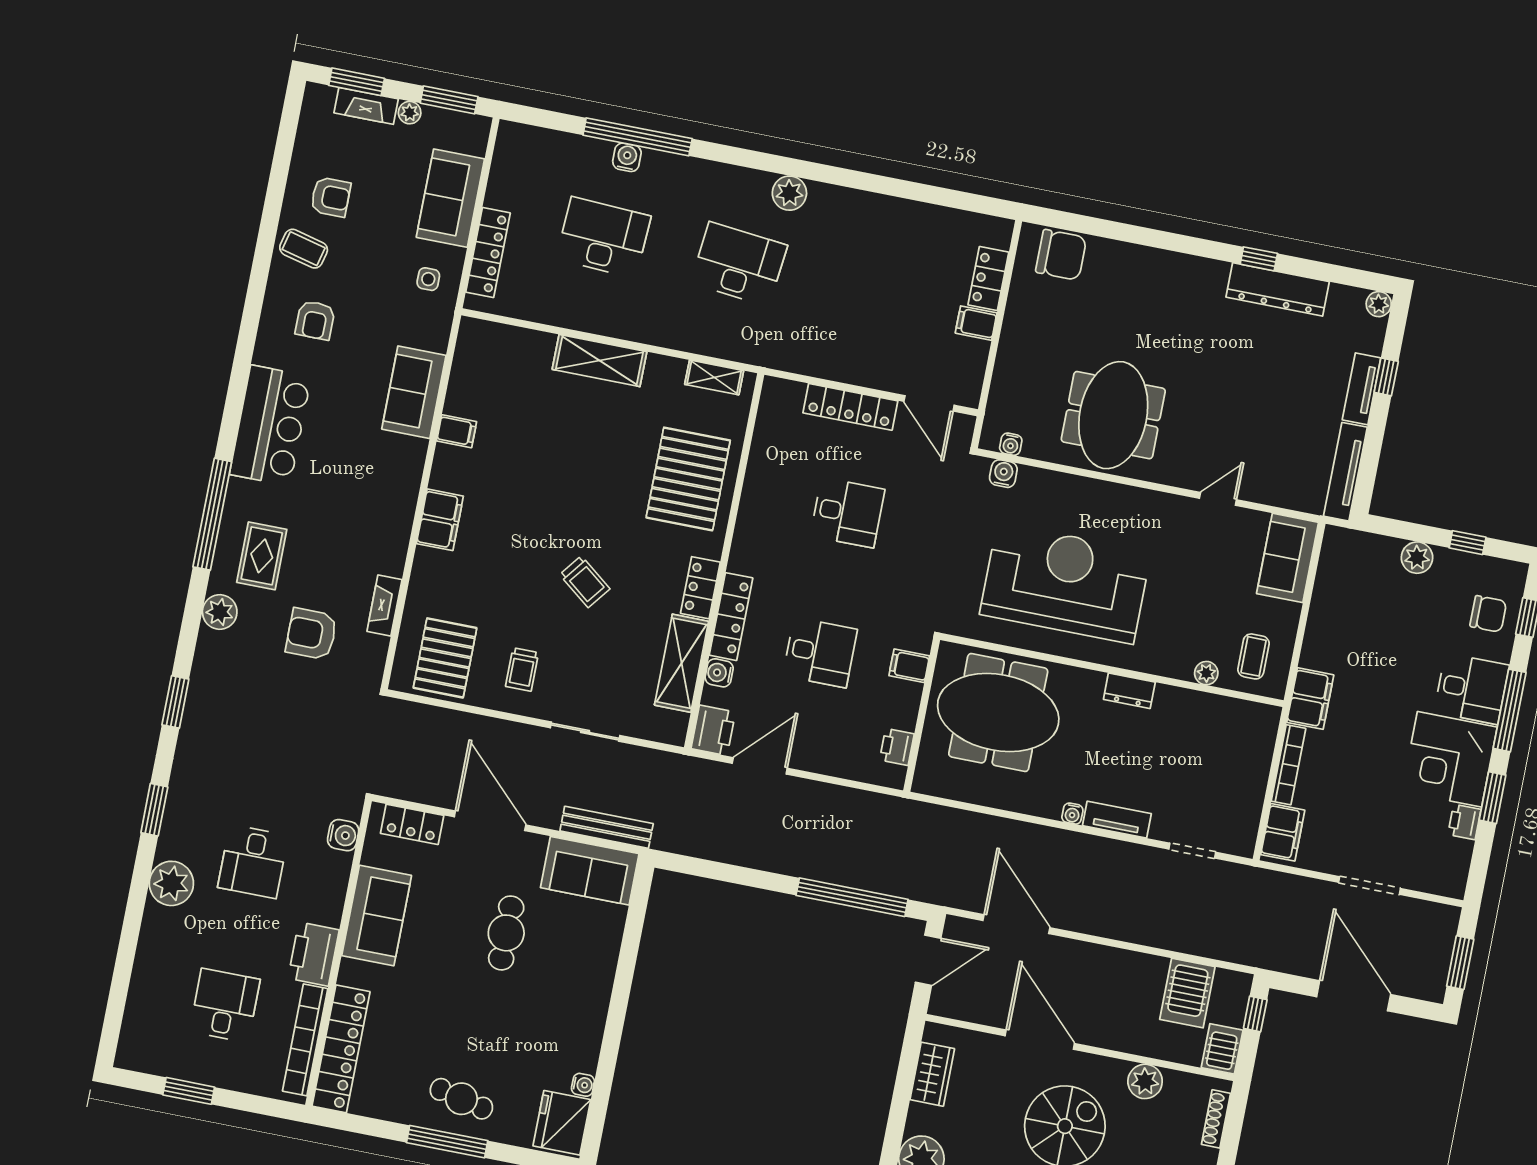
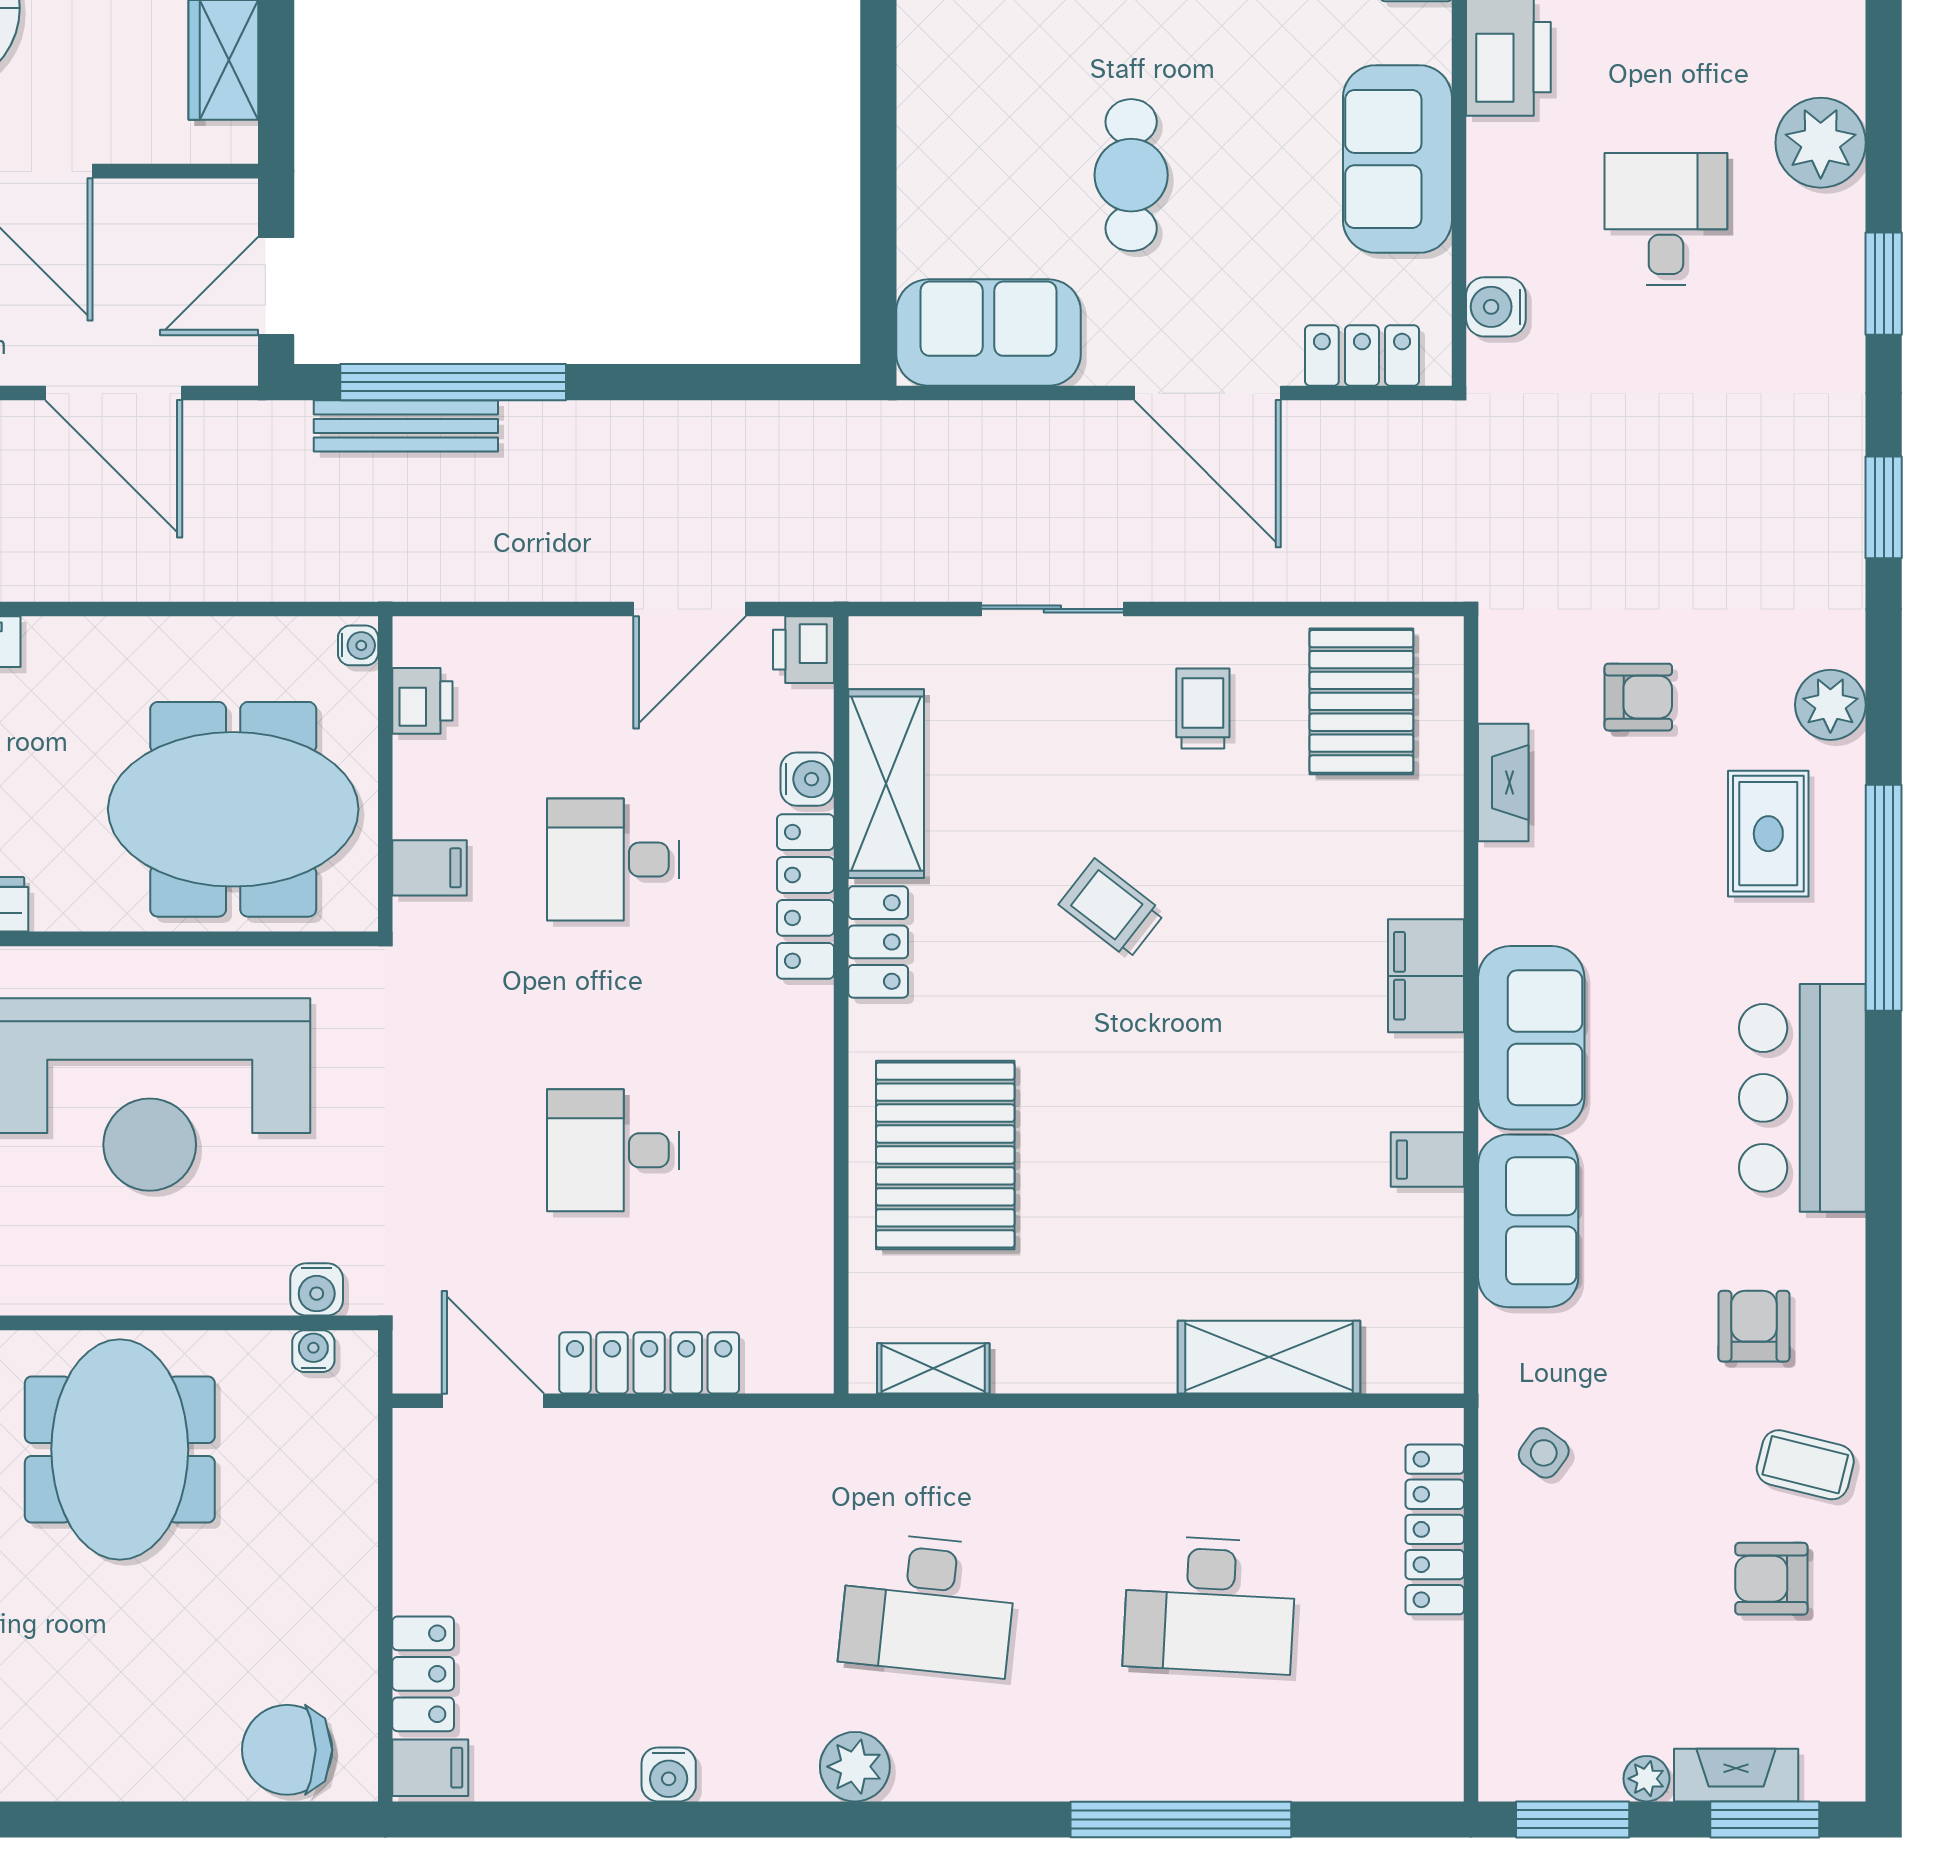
water cooler: (627, 157) -> (669, 1774), moved
sofa: (450, 198) -> (1531, 1038), moved
side table: (428, 279) -> (1544, 1453), turned 36
filing cabinet: (976, 323) -> (430, 1768), moved
shelving: (600, 361) -> (1269, 1357), moved
armchair: (311, 634) -> (1638, 697), width x0.72, depth x0.72
printer: (713, 730) -> (804, 650), width x0.73, depth x0.81
water cooler: (1072, 814) -> (358, 645), moved, turned 90
bench: (607, 827) -> (406, 426), moved

